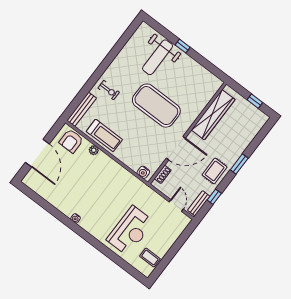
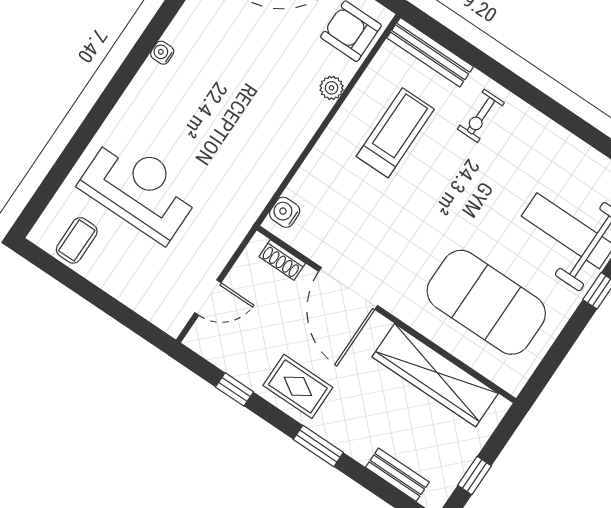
exercise mat: (156, 106) -> (486, 302), moved, turned 90
treadmill: (104, 135) -> (395, 133), moved, turned 180
bench: (199, 203) -> (397, 475), moved
reception desk: (130, 231) -> (140, 189), turned 180

